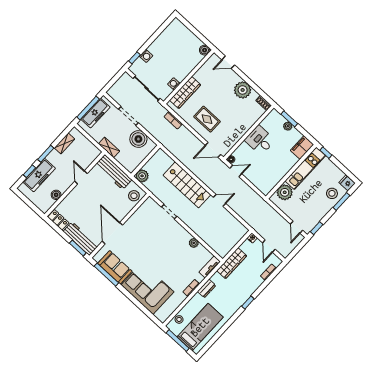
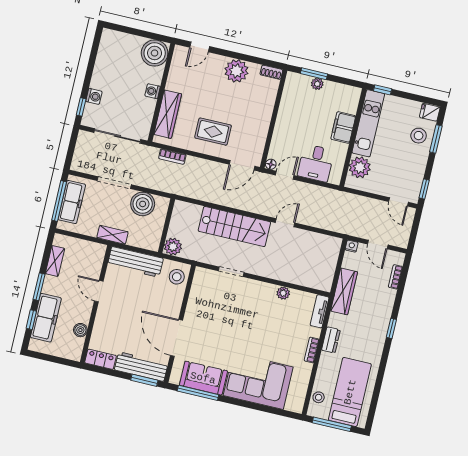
boiler: (205, 50) -> (155, 53), width x1.86, depth x1.86
washing machine: (174, 84) -> (152, 91), moved
desk: (260, 140) -> (316, 163), moved, turned -90
filing cabinet: (302, 147) -> (343, 128), moved

